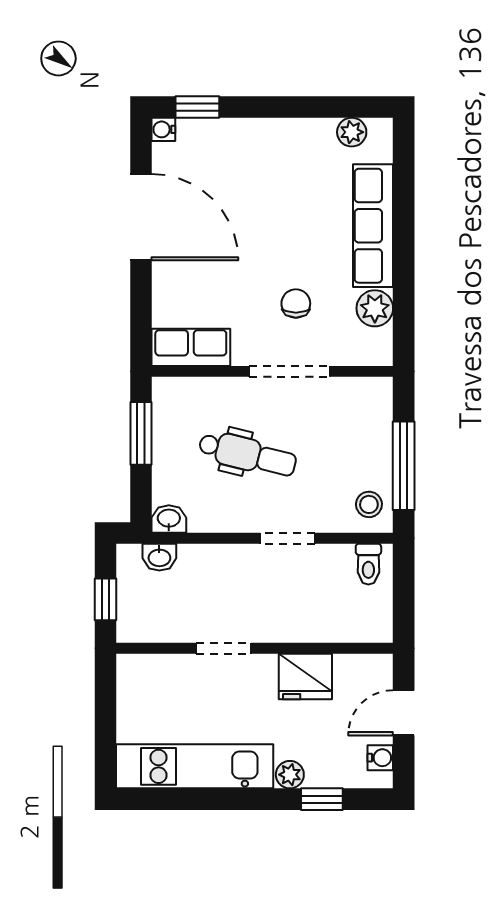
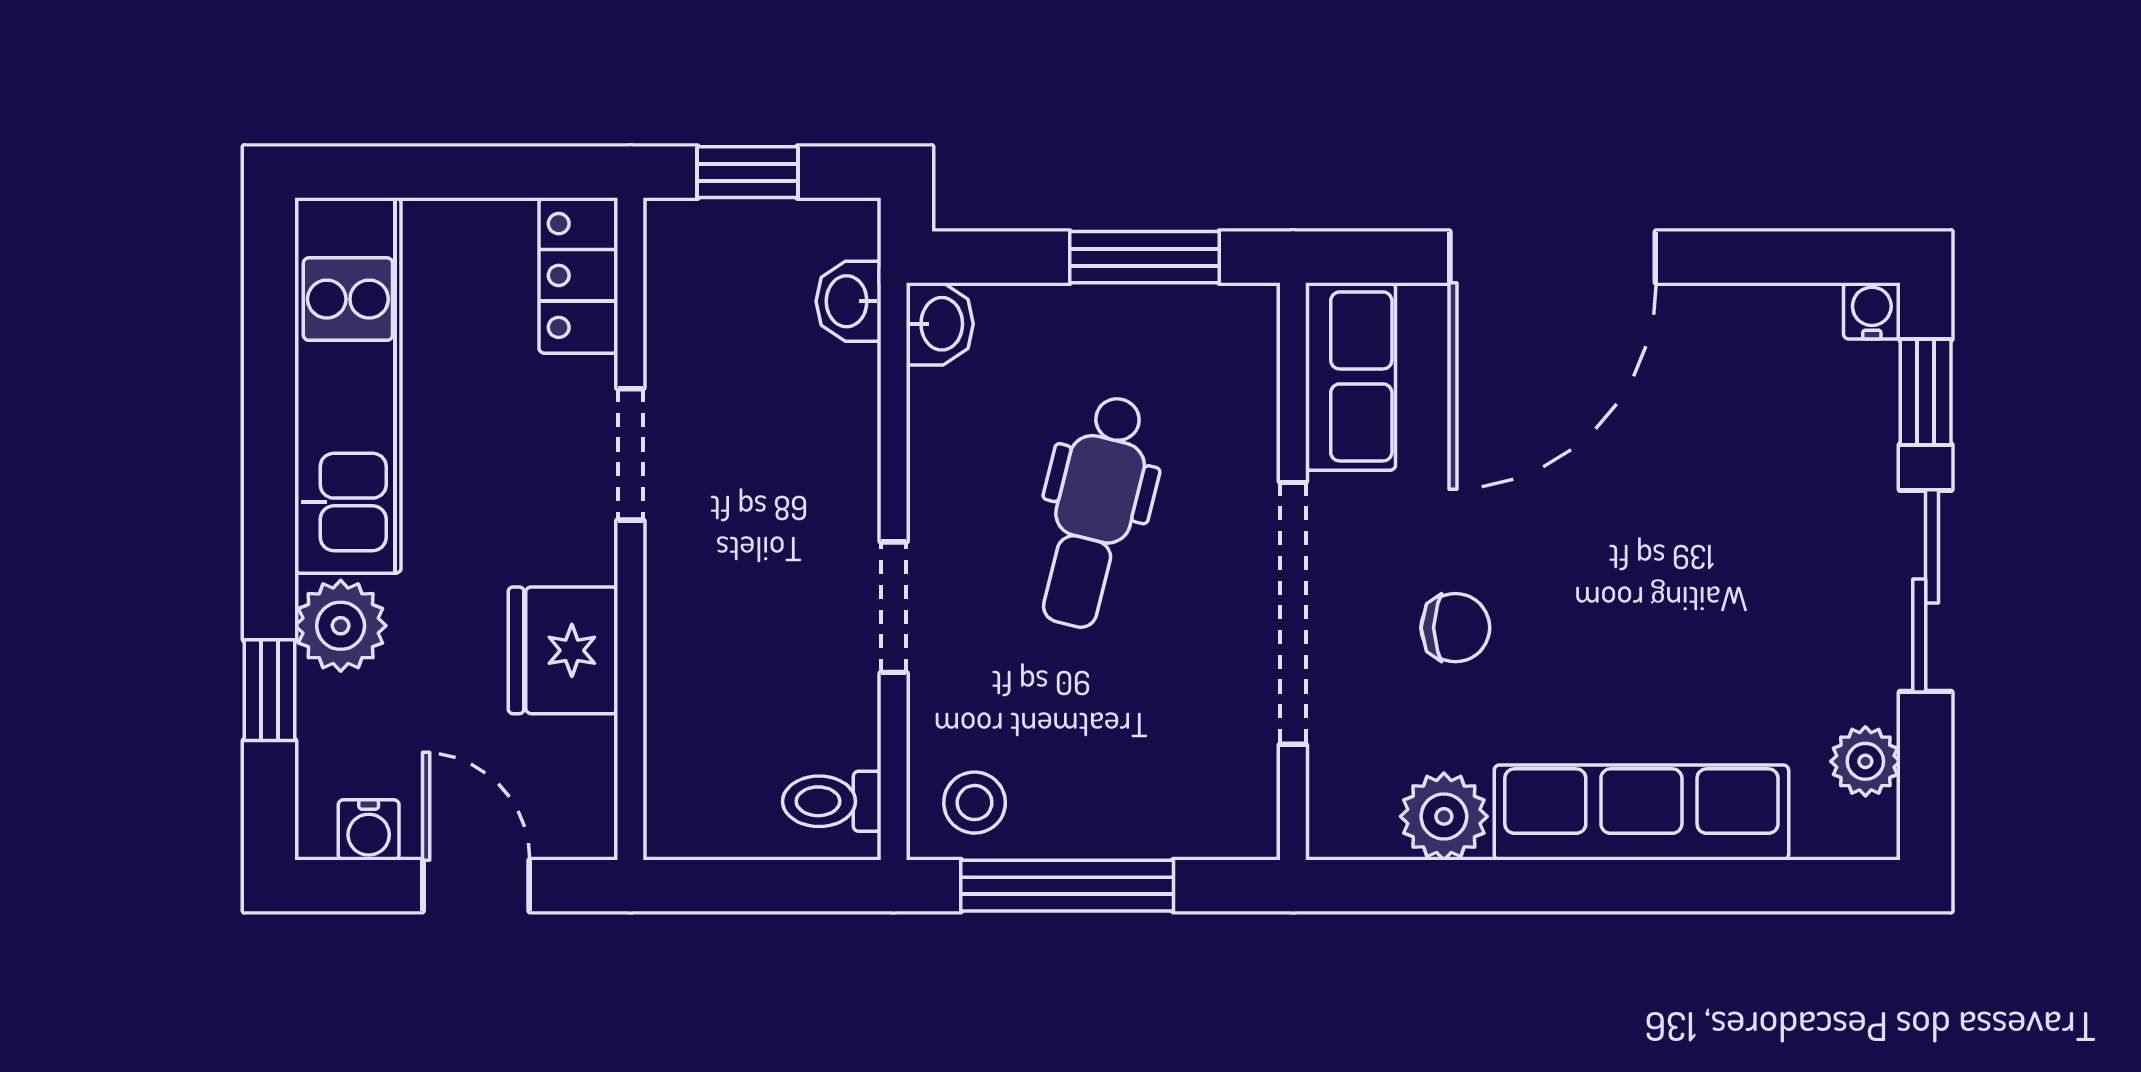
sliding door: (281, 107) -> (1926, 591), added
door: (141, 217) -> (1553, 257), moved
doorway: (290, 371) -> (1293, 613), width x1.36
locker: (149, 670) -> (578, 275), added
plant: (290, 775) -> (341, 626), width x1.38, depth x1.38

